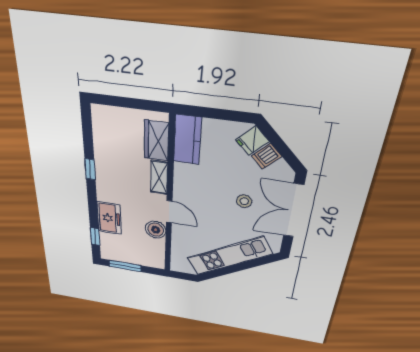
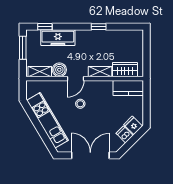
stool: (244, 201) -> (80, 104), moved
freezer: (109, 218) -> (58, 38), width x1.40
shelving: (158, 253) -> (40, 72), added

